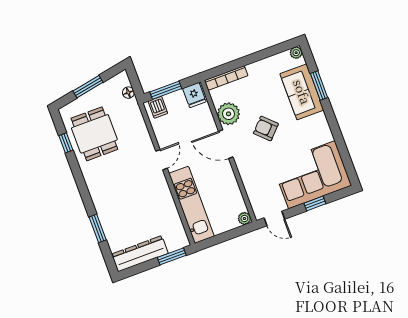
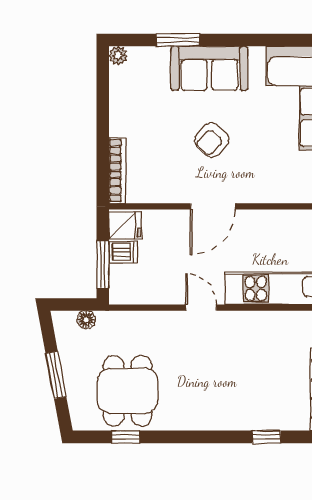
sofa: (302, 92) -> (209, 68), moved
dishwasher: (158, 107) -> (123, 252), moved
plant: (229, 114) -> (170, 186), removed
dining table: (94, 134) -> (128, 391), turned 90
window: (98, 228) -> (266, 437), width x0.67

